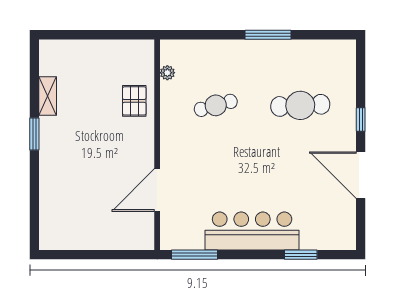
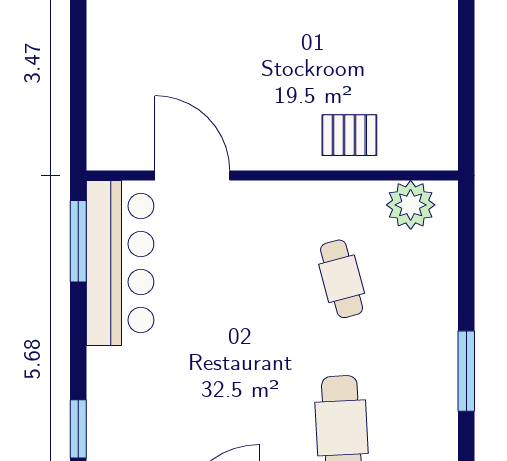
plant: (167, 73) -> (411, 205), width x1.88, depth x1.88
bar counter: (252, 231) -> (120, 263), moved

